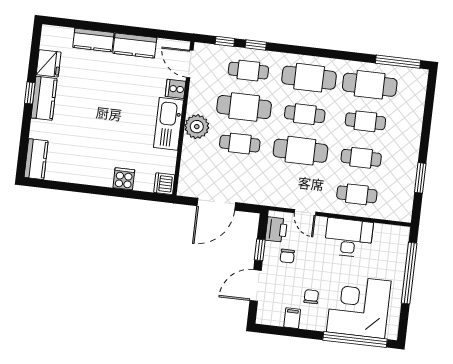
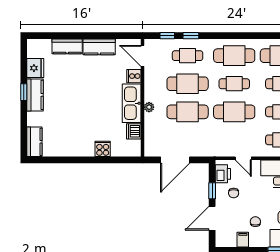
plant: (197, 127) -> (149, 107), width x0.53, depth x0.53
cafe table: (240, 144) -> (188, 112), width x1.37, depth x1.35
dishwasher: (164, 184) -> (134, 131), moved

